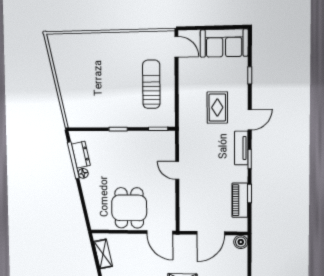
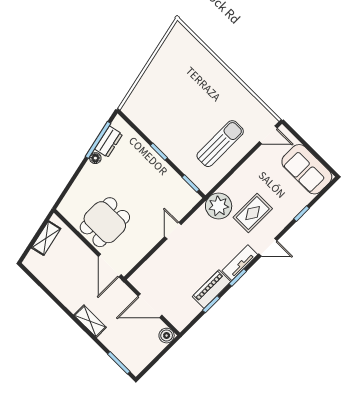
door: (176, 47) -> (268, 135), hinge flipped
plant: (191, 125) -> (219, 206), added
piano: (240, 200) -> (211, 289), moved

